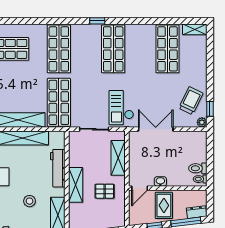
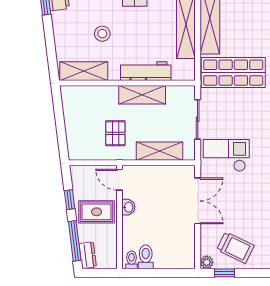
shelving: (76, 185) -> (142, 95), moved

